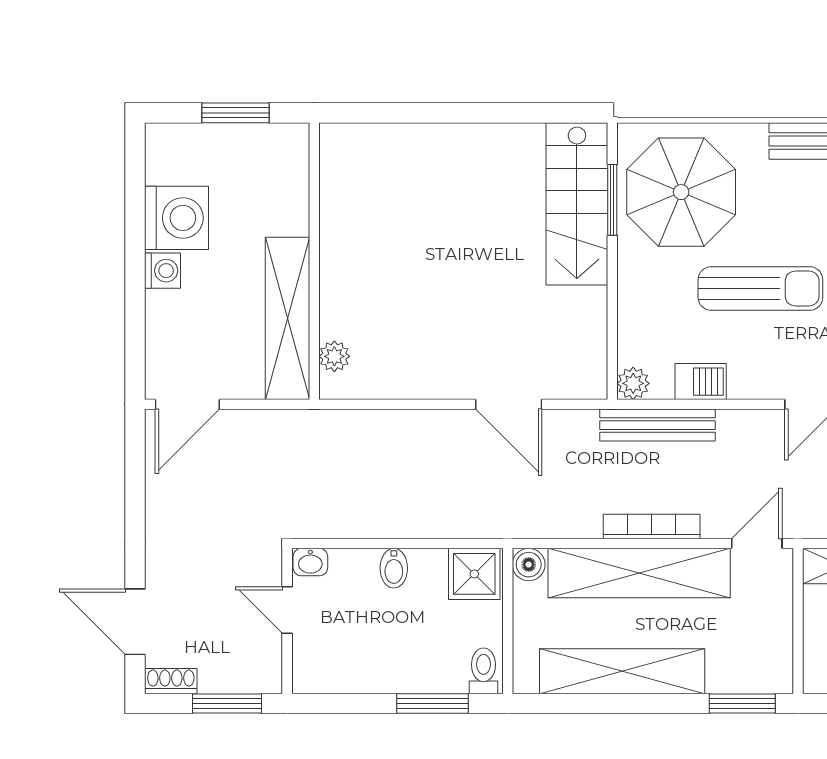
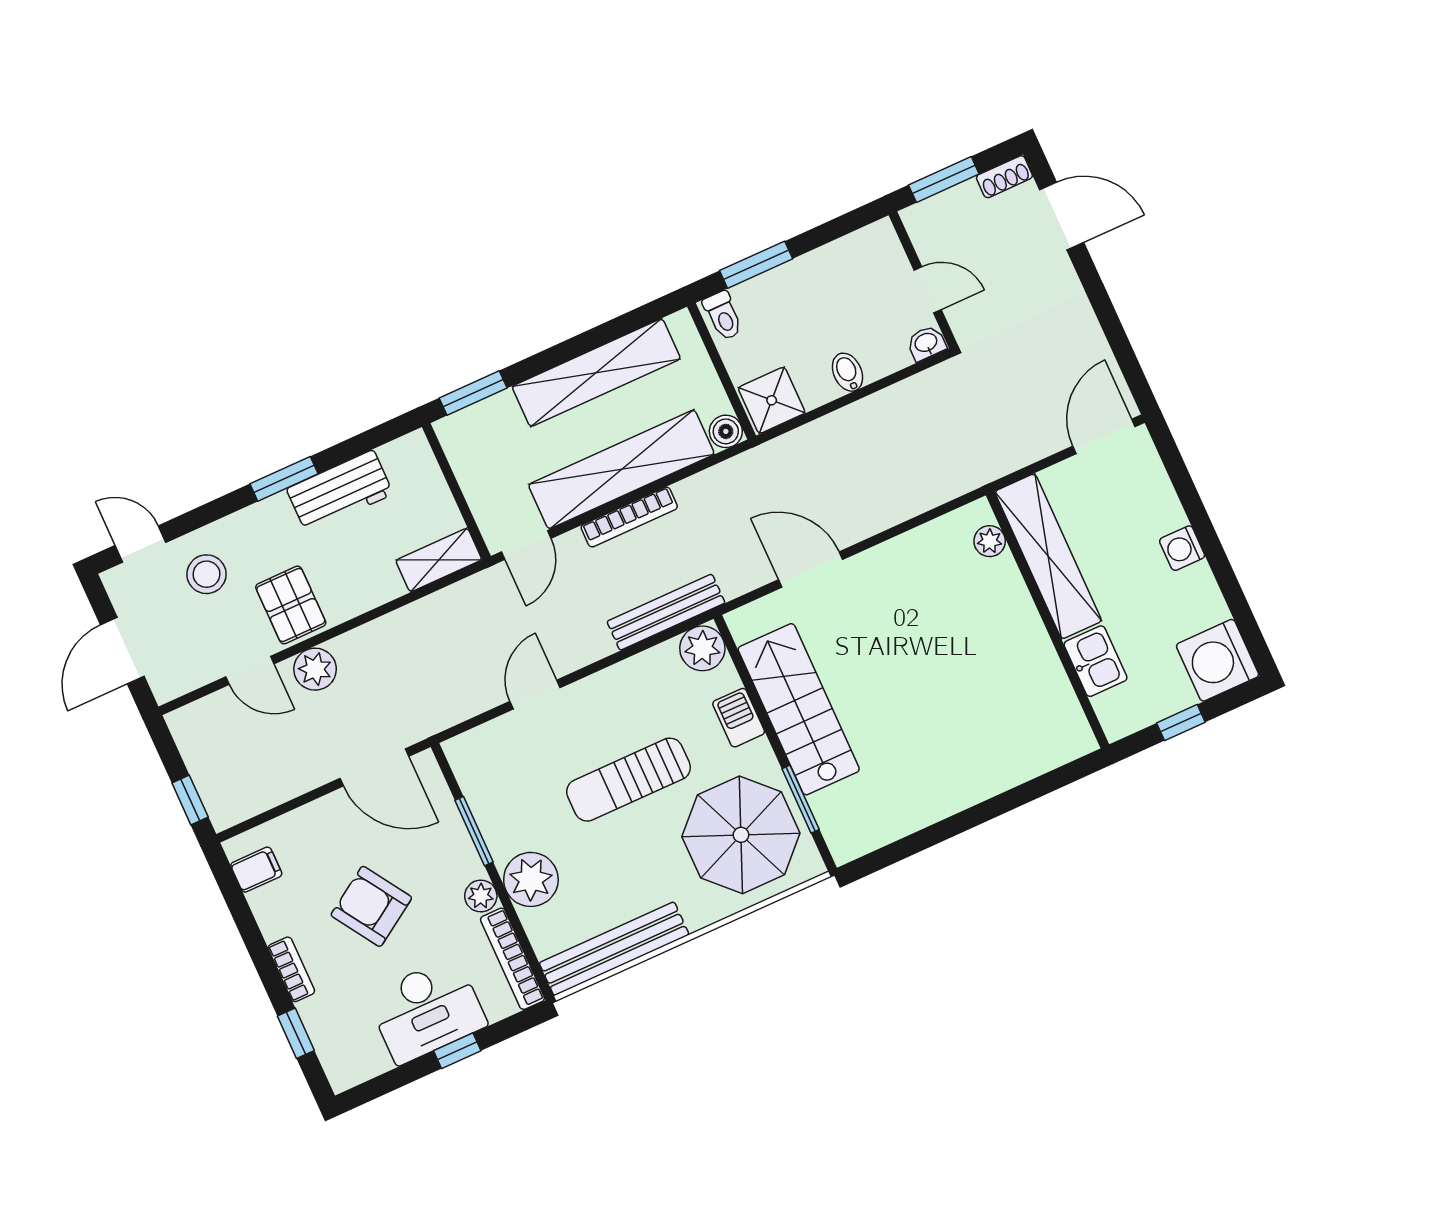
window: (236, 113) -> (1181, 723), width x0.67
kitchen sink: (288, 204) -> (1095, 661), added
stairs: (577, 204) -> (799, 709), moved
washing machine: (176, 218) -> (1218, 660), moved
barbecue: (701, 382) -> (739, 718), moved, turned 90
plant: (633, 383) -> (702, 648), width x1.38, depth x1.38

